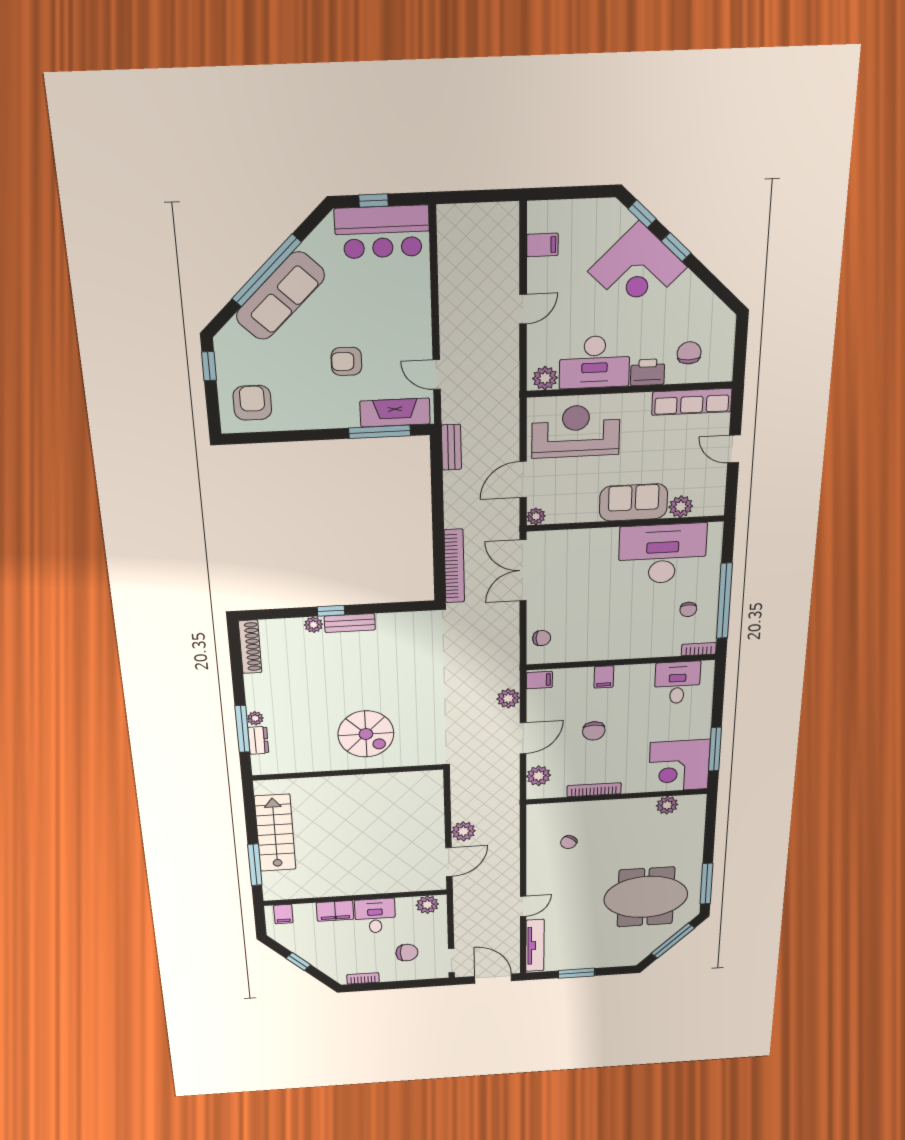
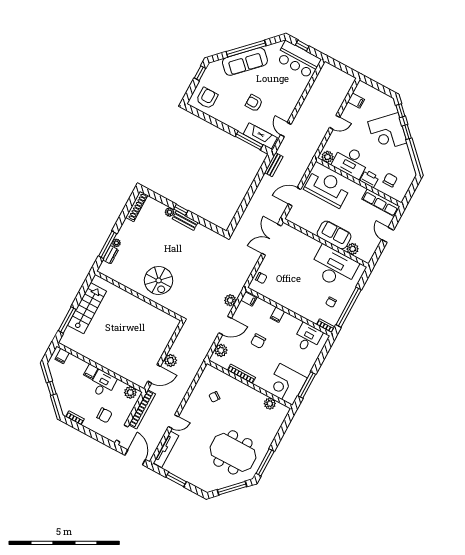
plant: (536, 516) -> (291, 217), removed
bookcase: (454, 566) -> (142, 409), moved
filing cabinet: (335, 911) -> (91, 372), width x0.50

